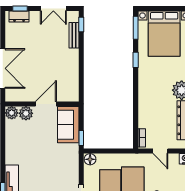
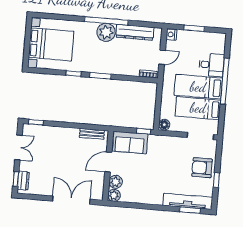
window: (136, 28) -> (100, 76), moved
bench: (74, 35) -> (92, 134), moved
door: (46, 104) -> (108, 162), hinge flipped

